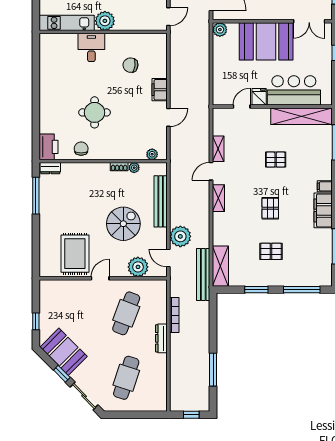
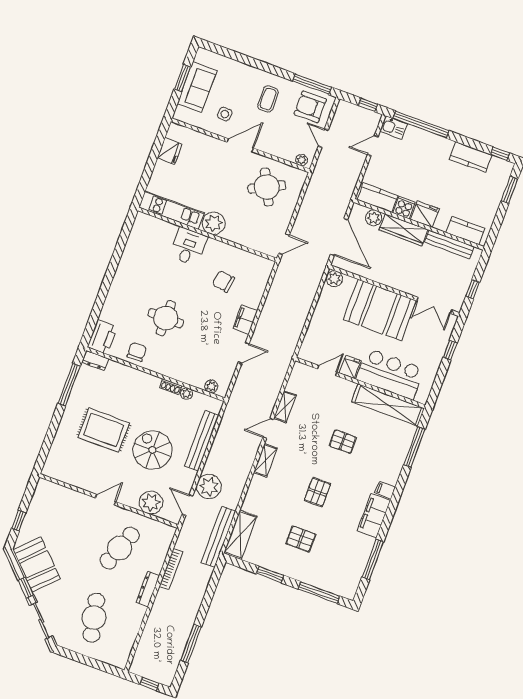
spiral stairs: (123, 224) -> (152, 450), turned -90
rug: (75, 254) -> (104, 430), moved, turned 90
cafe table: (126, 378) -> (94, 618), turned -30

